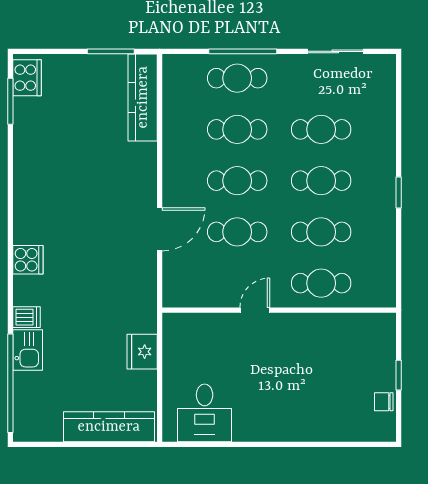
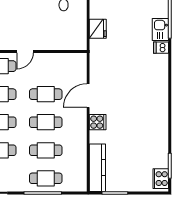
cooker: (28, 260) -> (98, 122), moved, turned 180
door: (255, 310) -> (25, 51), moved

